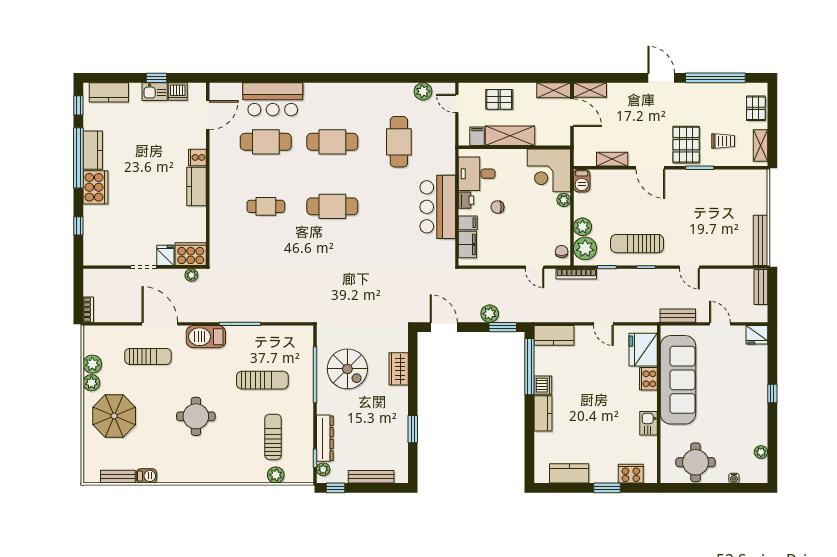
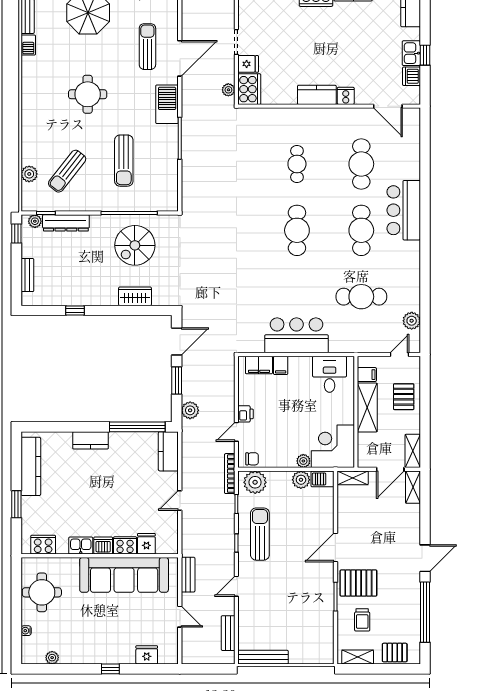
bar counter: (273, 99) -> (404, 210), moved
shelving: (612, 159) -> (353, 478), moved, turned 90
printer: (466, 200) -> (245, 414), moved, turned -90
chair: (497, 207) -> (296, 395), removed
plant: (583, 227) -> (301, 480), moved
bench: (761, 287) -> (228, 633), moved, turned 90
plant: (490, 314) -> (190, 410), moved
door: (720, 324) -> (180, 617), hinge flipped
window: (503, 327) -> (177, 380), moved
fridge: (757, 335) -> (147, 655), moved, turned 90
fridge: (643, 350) -> (146, 544), width x0.53, depth x0.75
sun lounger: (148, 356) -> (147, 47), turned 180
dishwasher: (543, 385) -> (103, 545), moved, turned 180
window: (413, 429) -> (75, 310), width x0.67
sun lounger: (273, 437) -> (67, 171), turned 128
kitchen counter: (569, 473) -> (31, 466), width x1.50
cooker: (631, 474) -> (43, 545), moved, turned -90
bench: (371, 477) -> (27, 275), width x0.73

